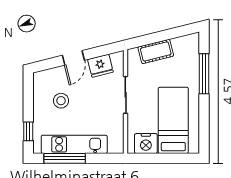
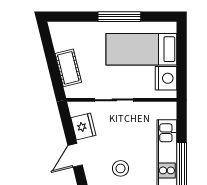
door: (73, 58) -> (75, 155), swing flipped
window: (204, 74) -> (119, 17), moved

